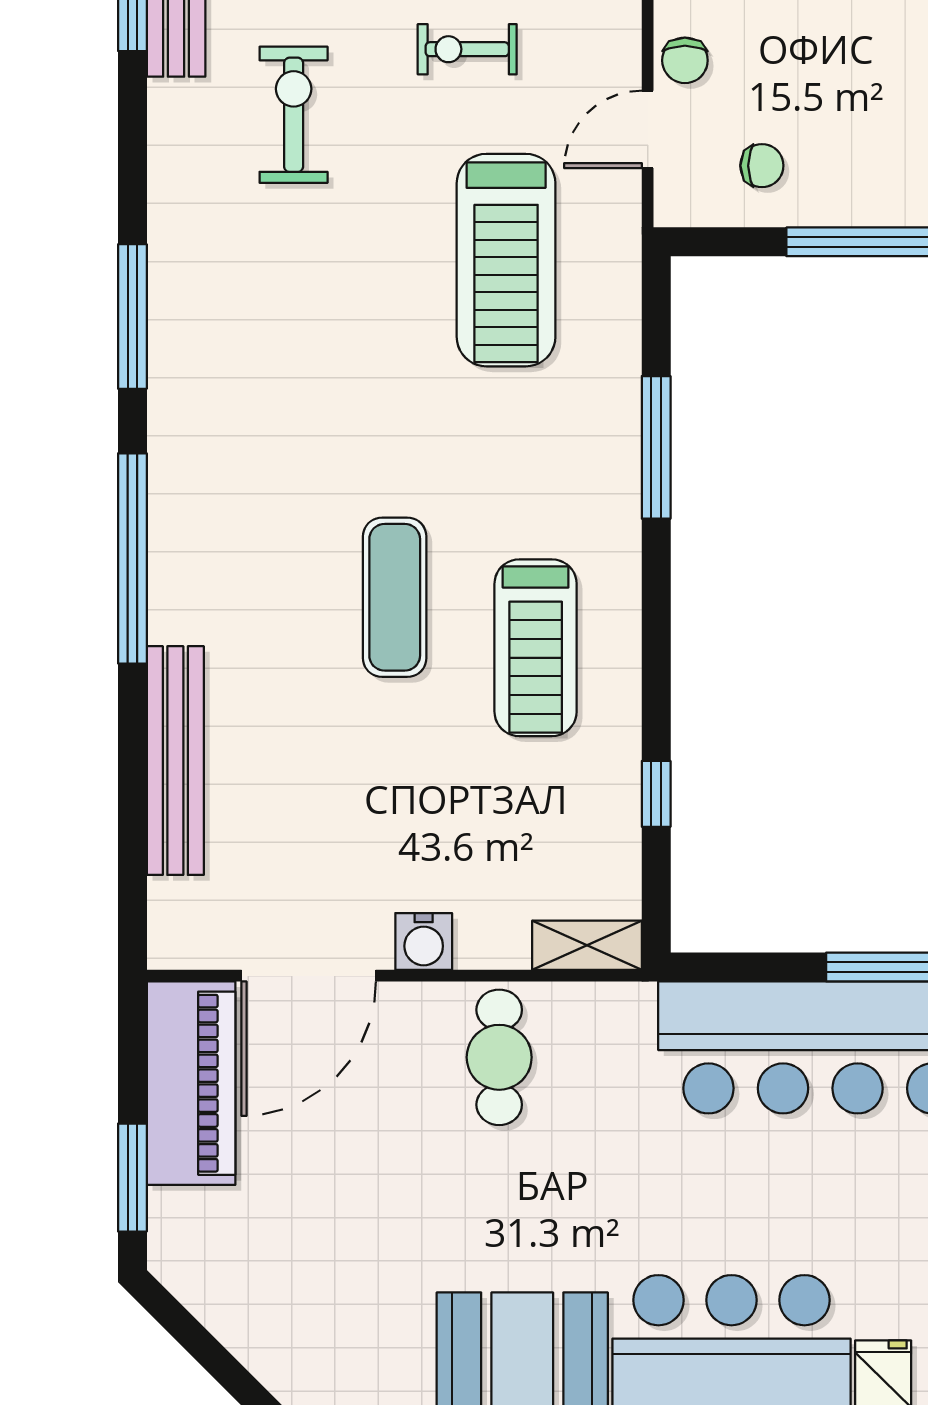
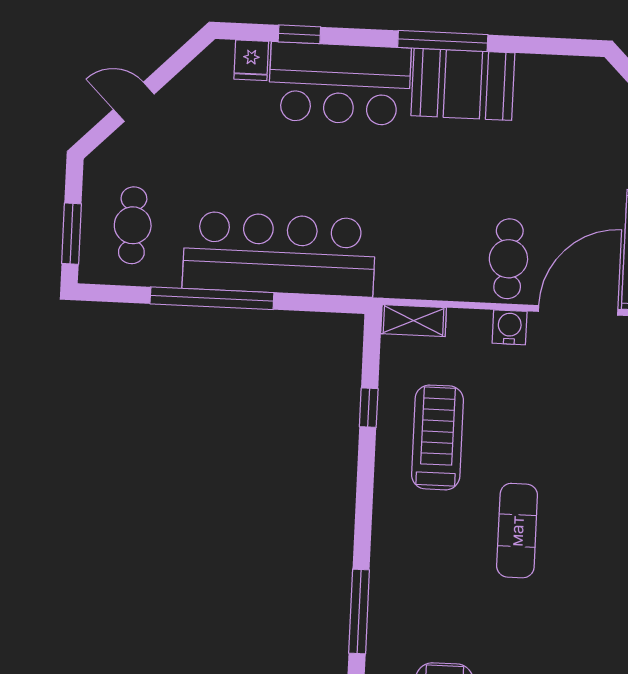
treadmill: (536, 648) -> (437, 437), moved
cafe table: (499, 1057) -> (508, 259), moved

